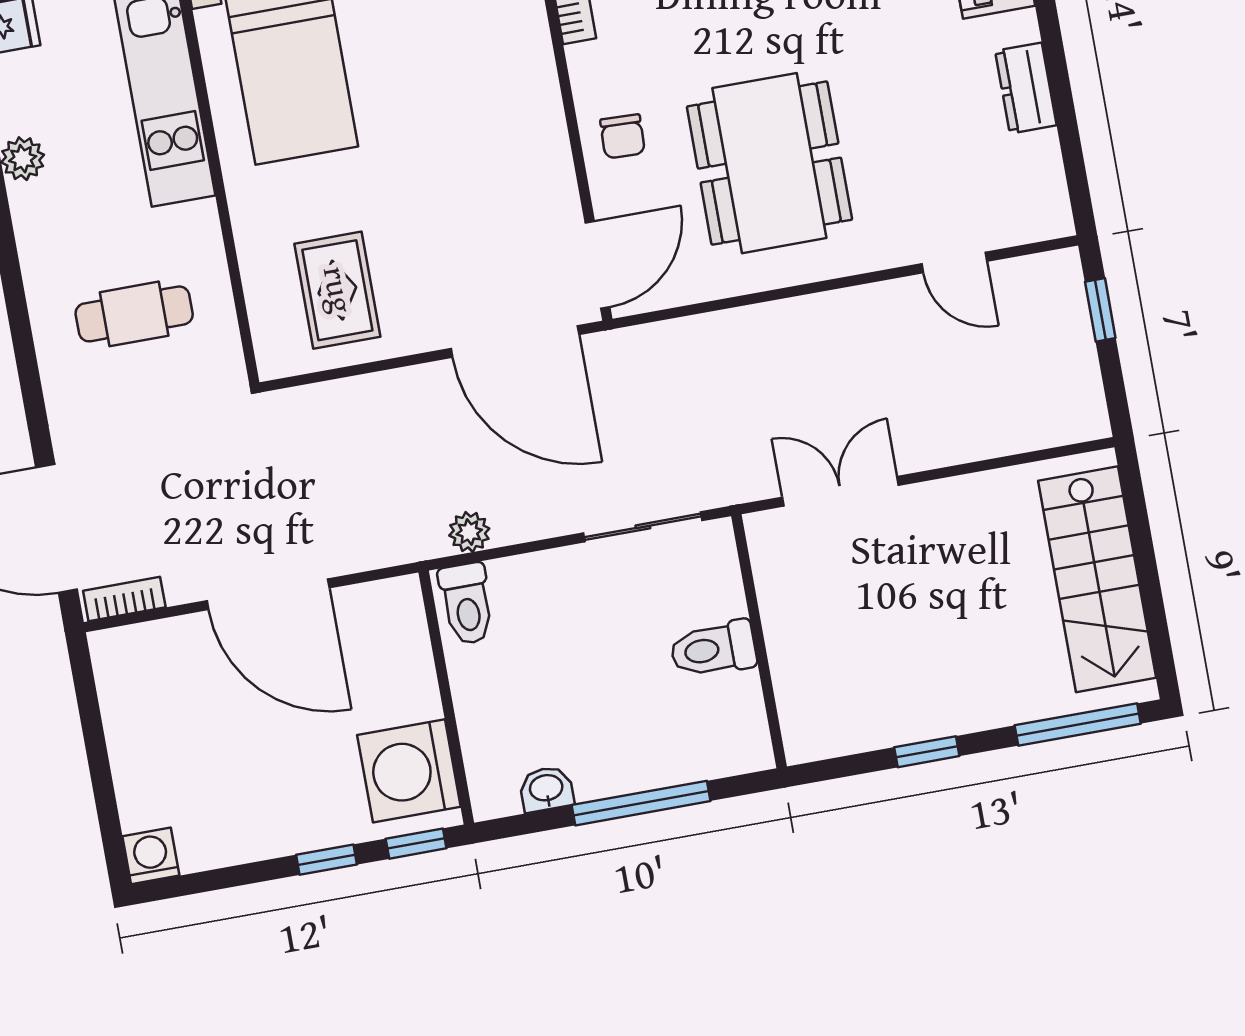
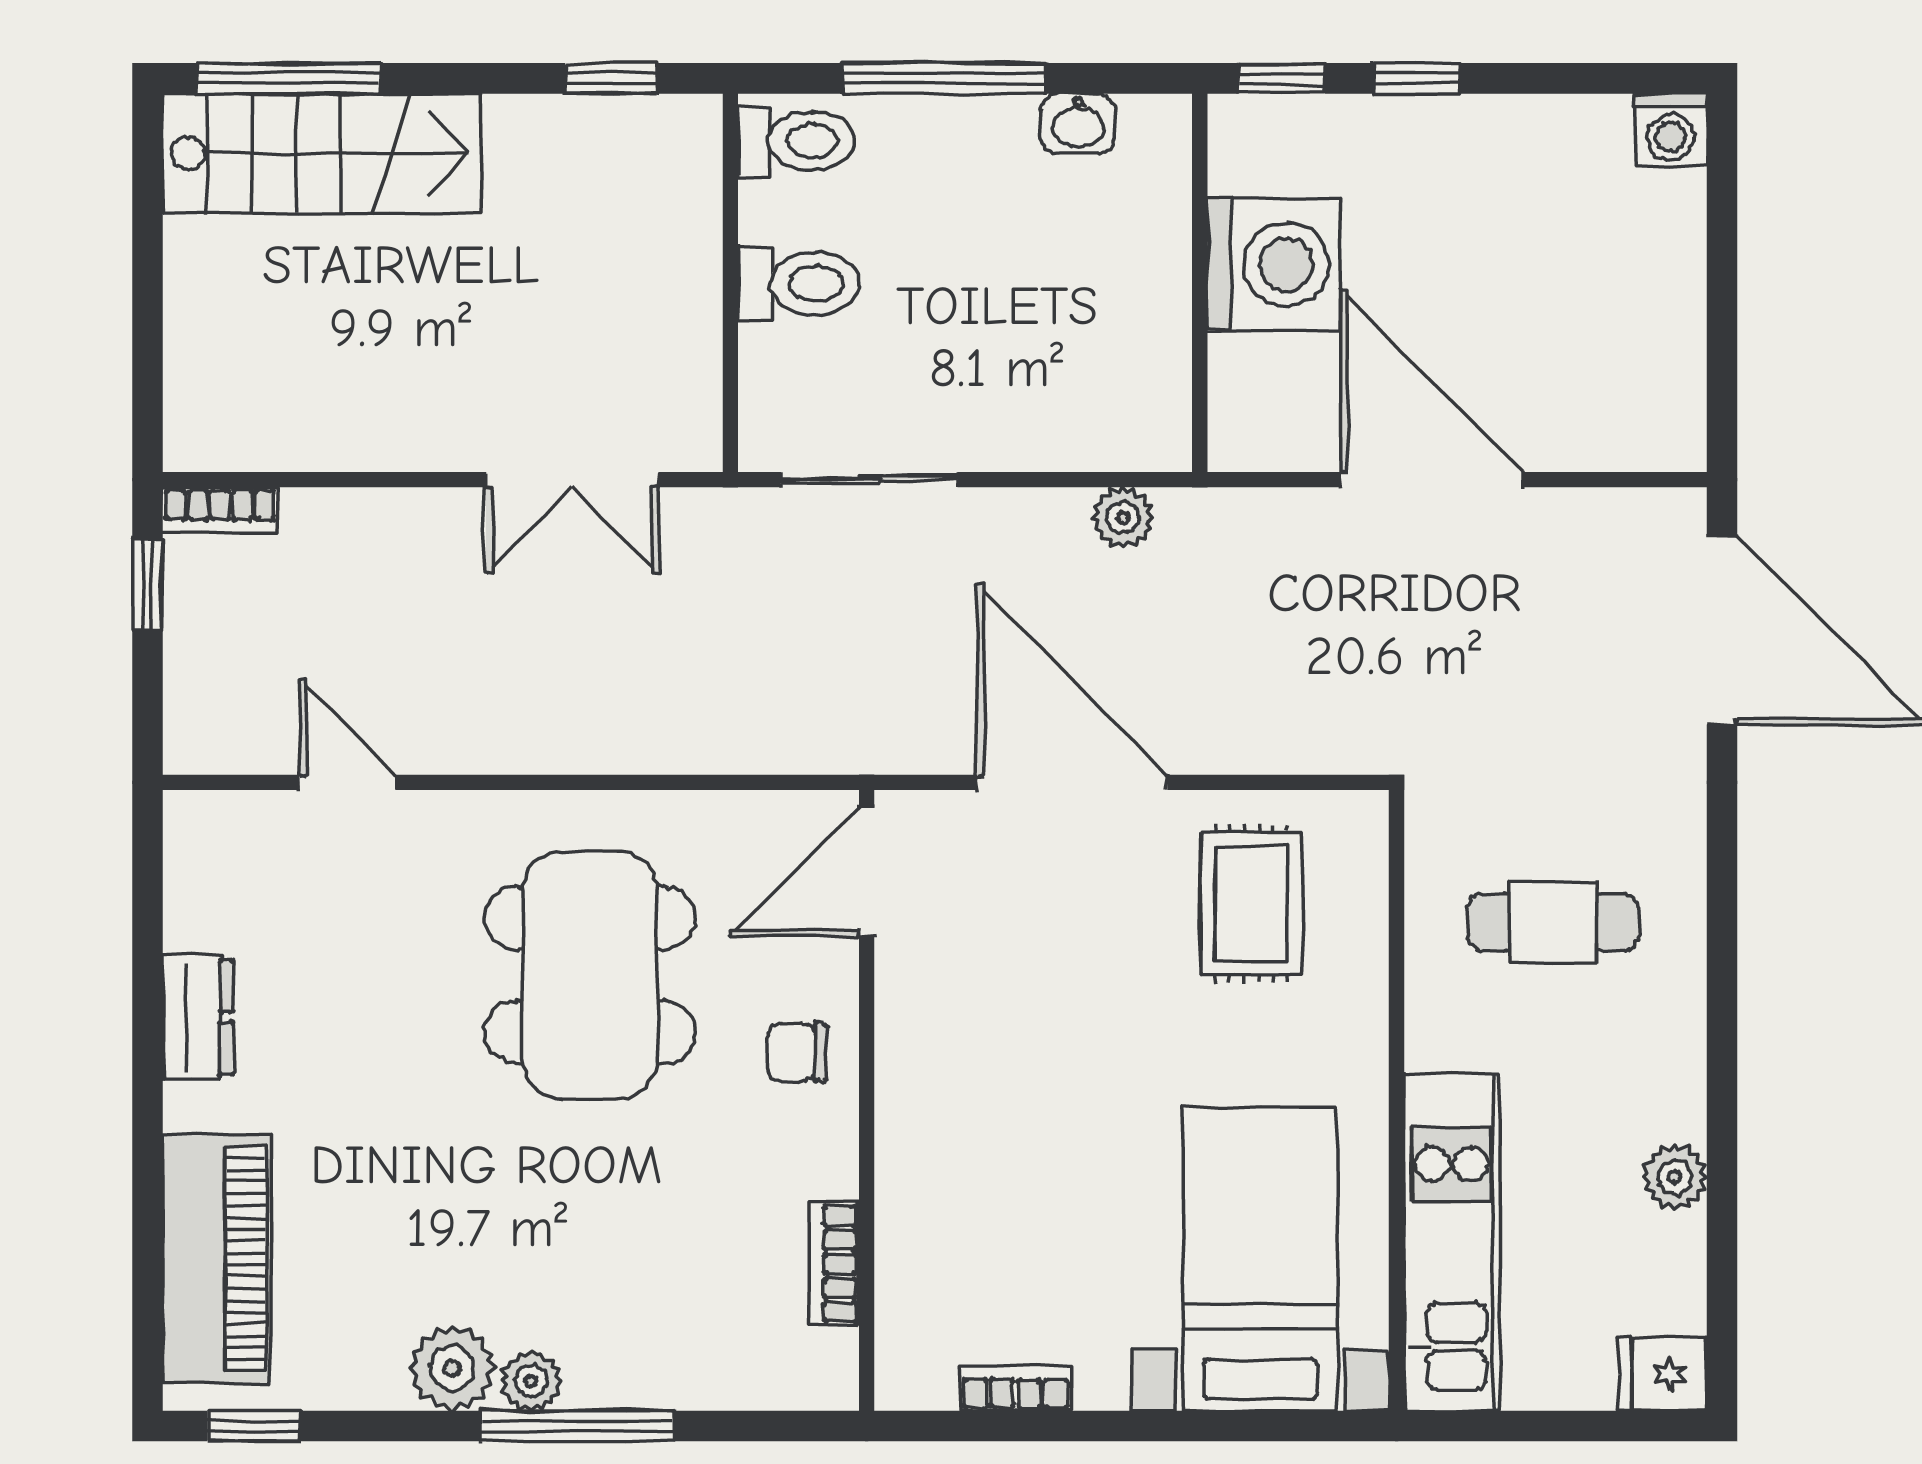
chair: (623, 136) -> (797, 1053), turned -92
window: (1100, 310) -> (147, 584), moved
door: (515, 341) -> (1072, 782), moved
stairs: (1097, 579) -> (321, 153), moved, turned 90
bookcase: (124, 599) -> (220, 510), moved
toilet: (467, 604) -> (796, 141), moved, turned 90
window: (927, 752) -> (612, 78), moved
washing machine: (409, 771) -> (1273, 265), moved

